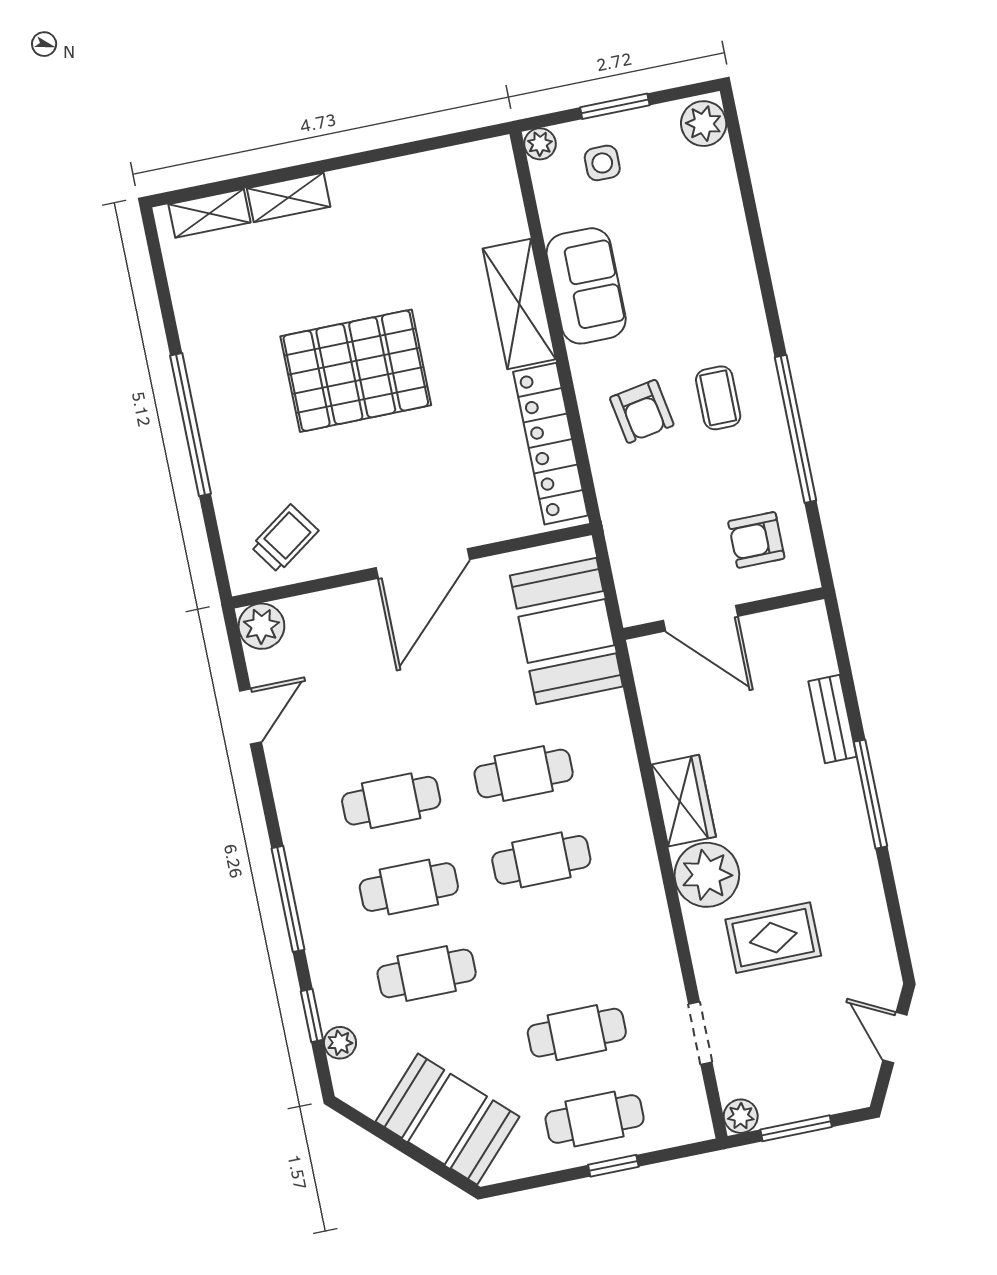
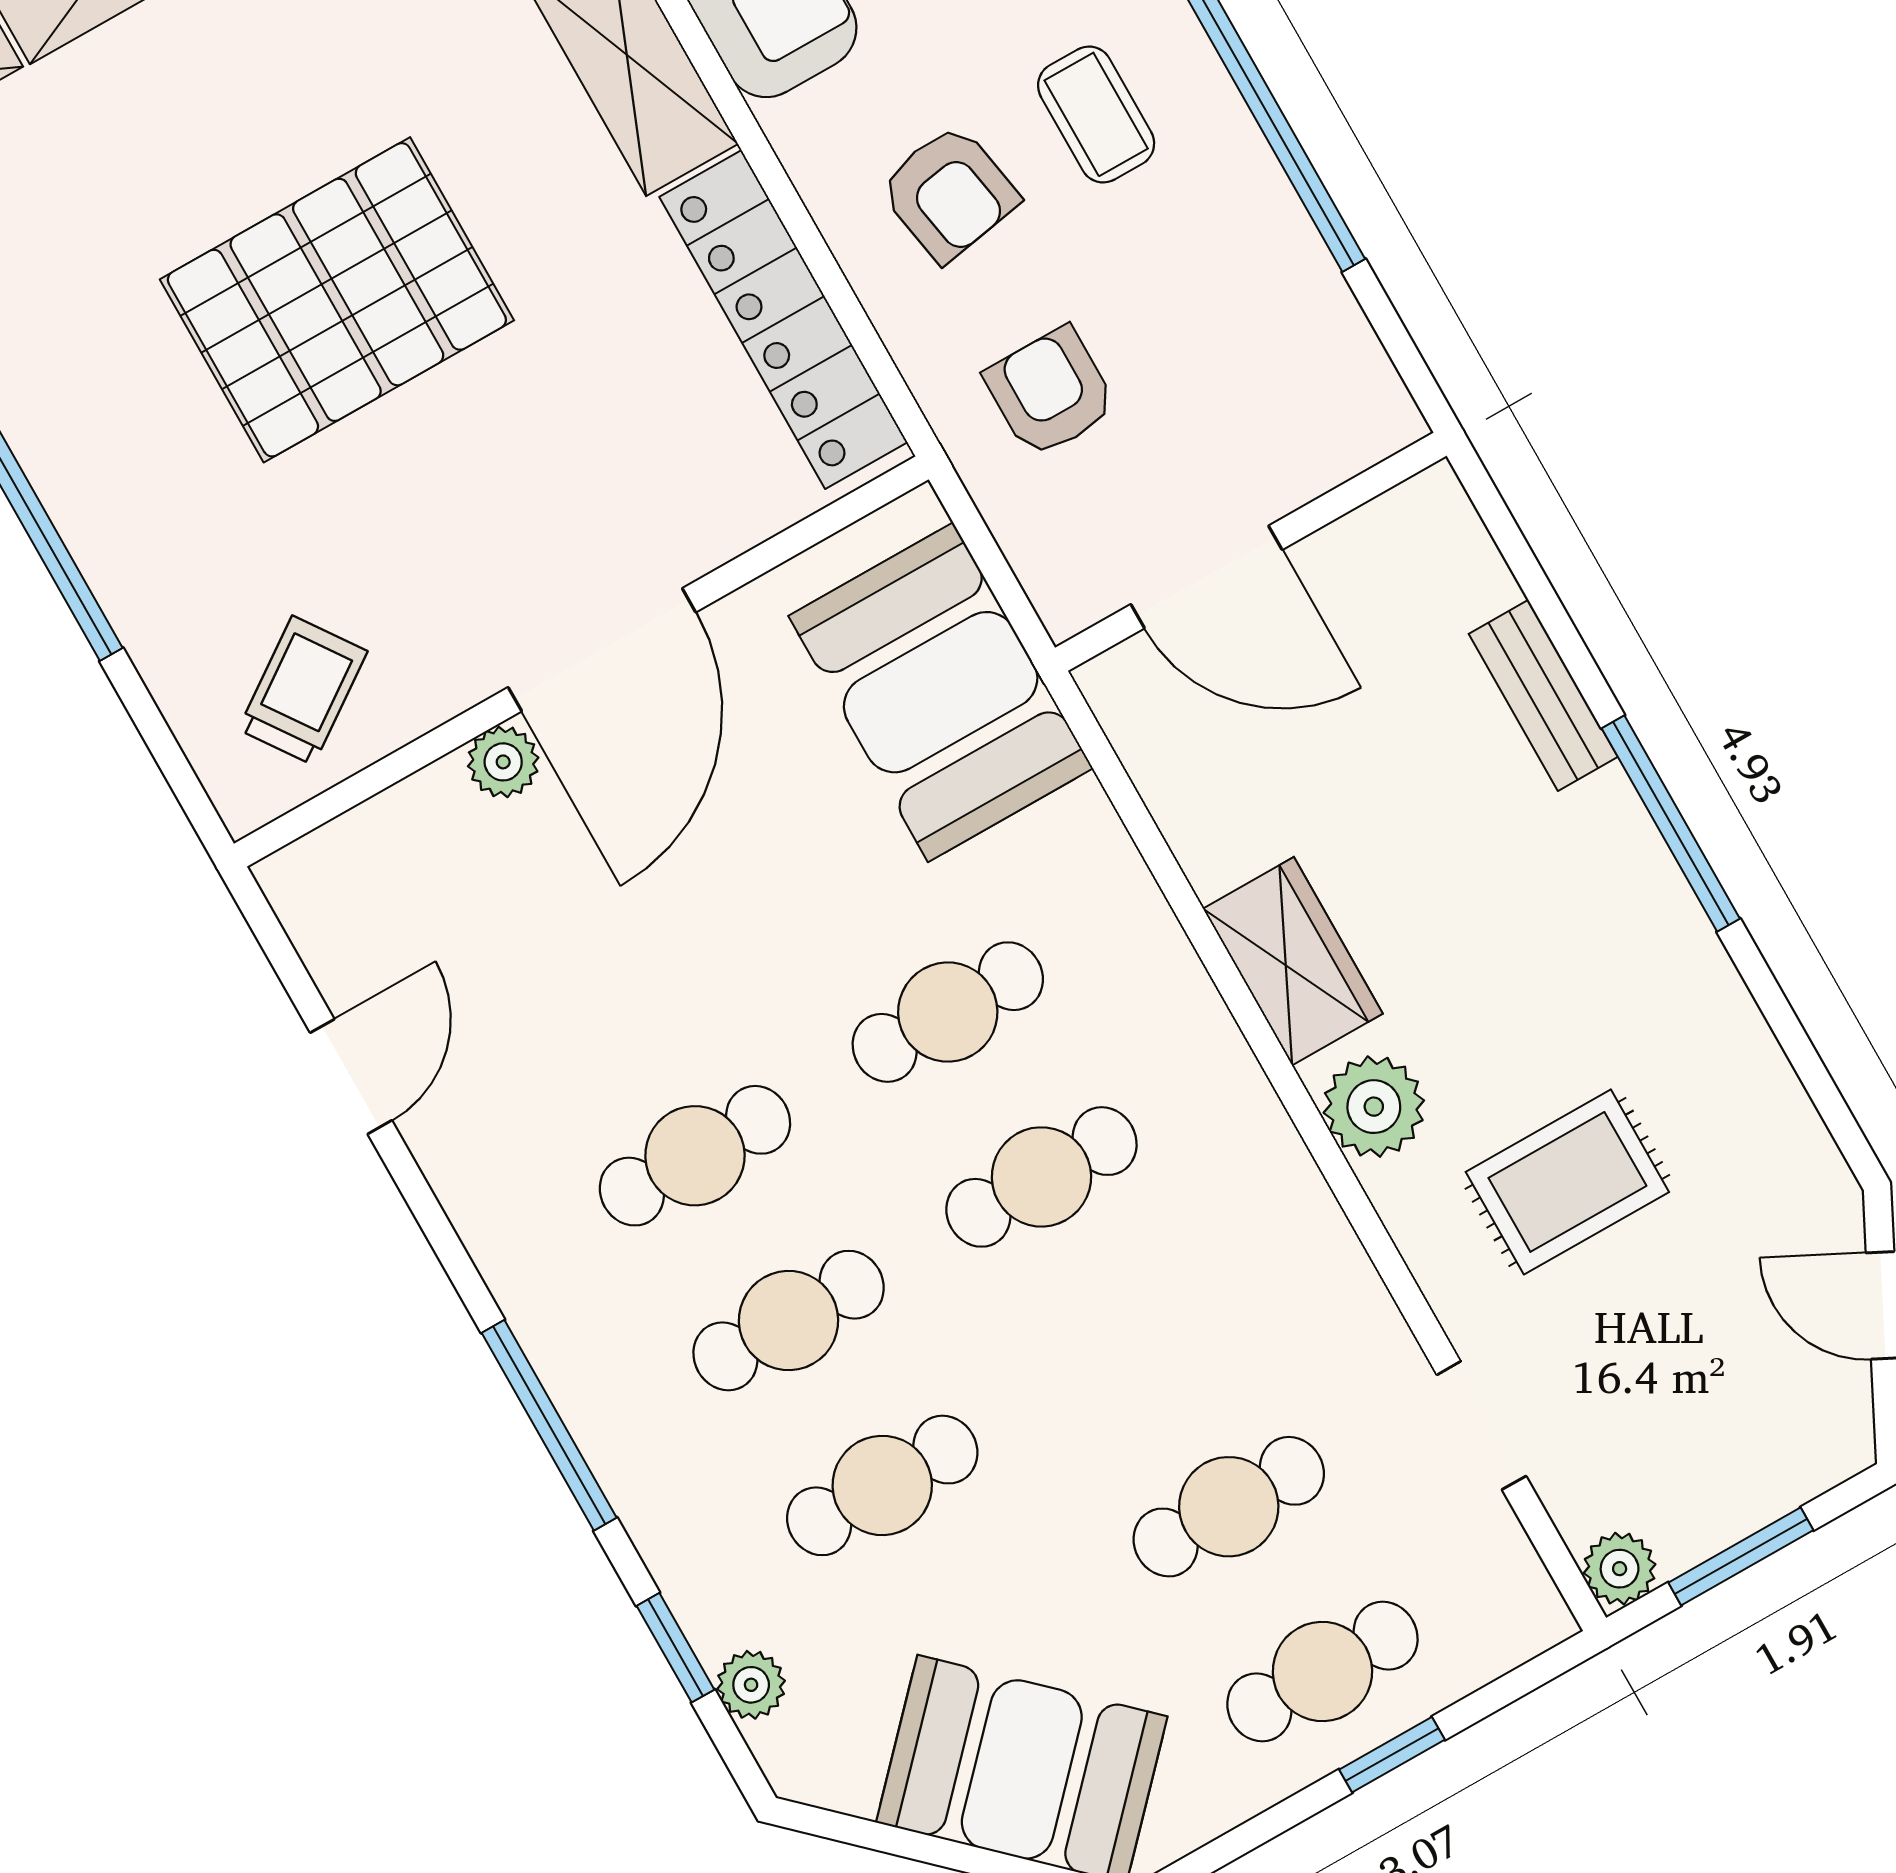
armchair: (756, 540) -> (1050, 392), moved, turned 90
plant: (261, 626) -> (503, 762), moved, width x0.73, depth x0.73
plant: (707, 875) -> (1374, 1107), width x0.73, depth x0.73

